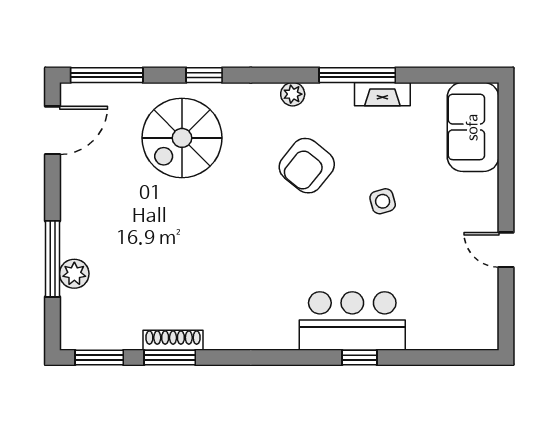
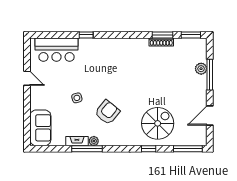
plant: (293, 94) -> (94, 141), moved
door: (52, 130) -> (210, 115), moved
bar counter: (352, 321) -> (56, 50), moved

